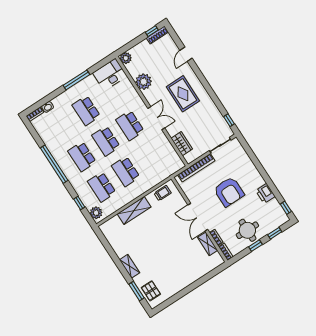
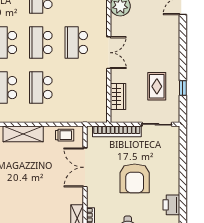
rug: (183, 94) -> (157, 86), moved, width x0.73, depth x0.70
window: (229, 120) -> (183, 88), moved
double door: (198, 217) -> (85, 167), moved

